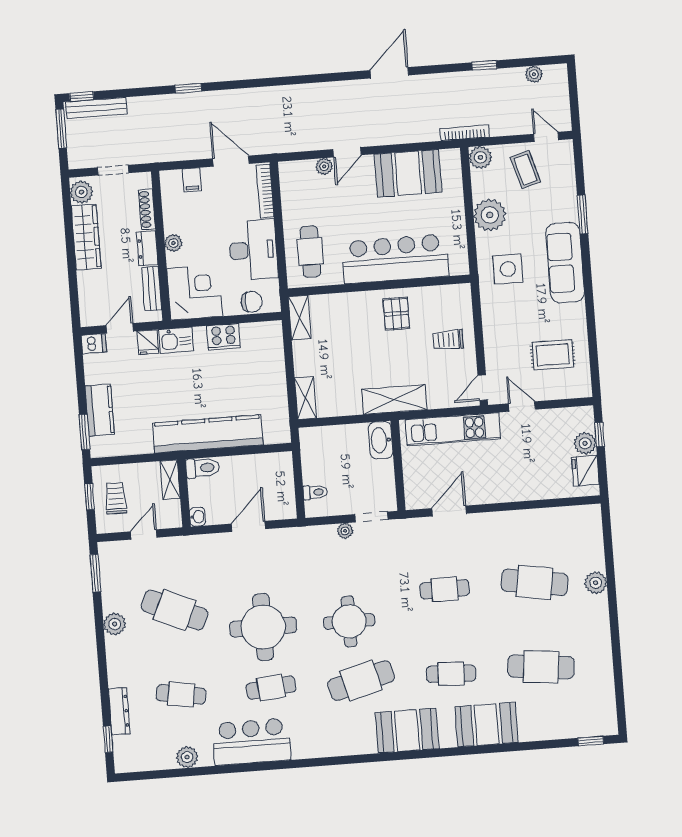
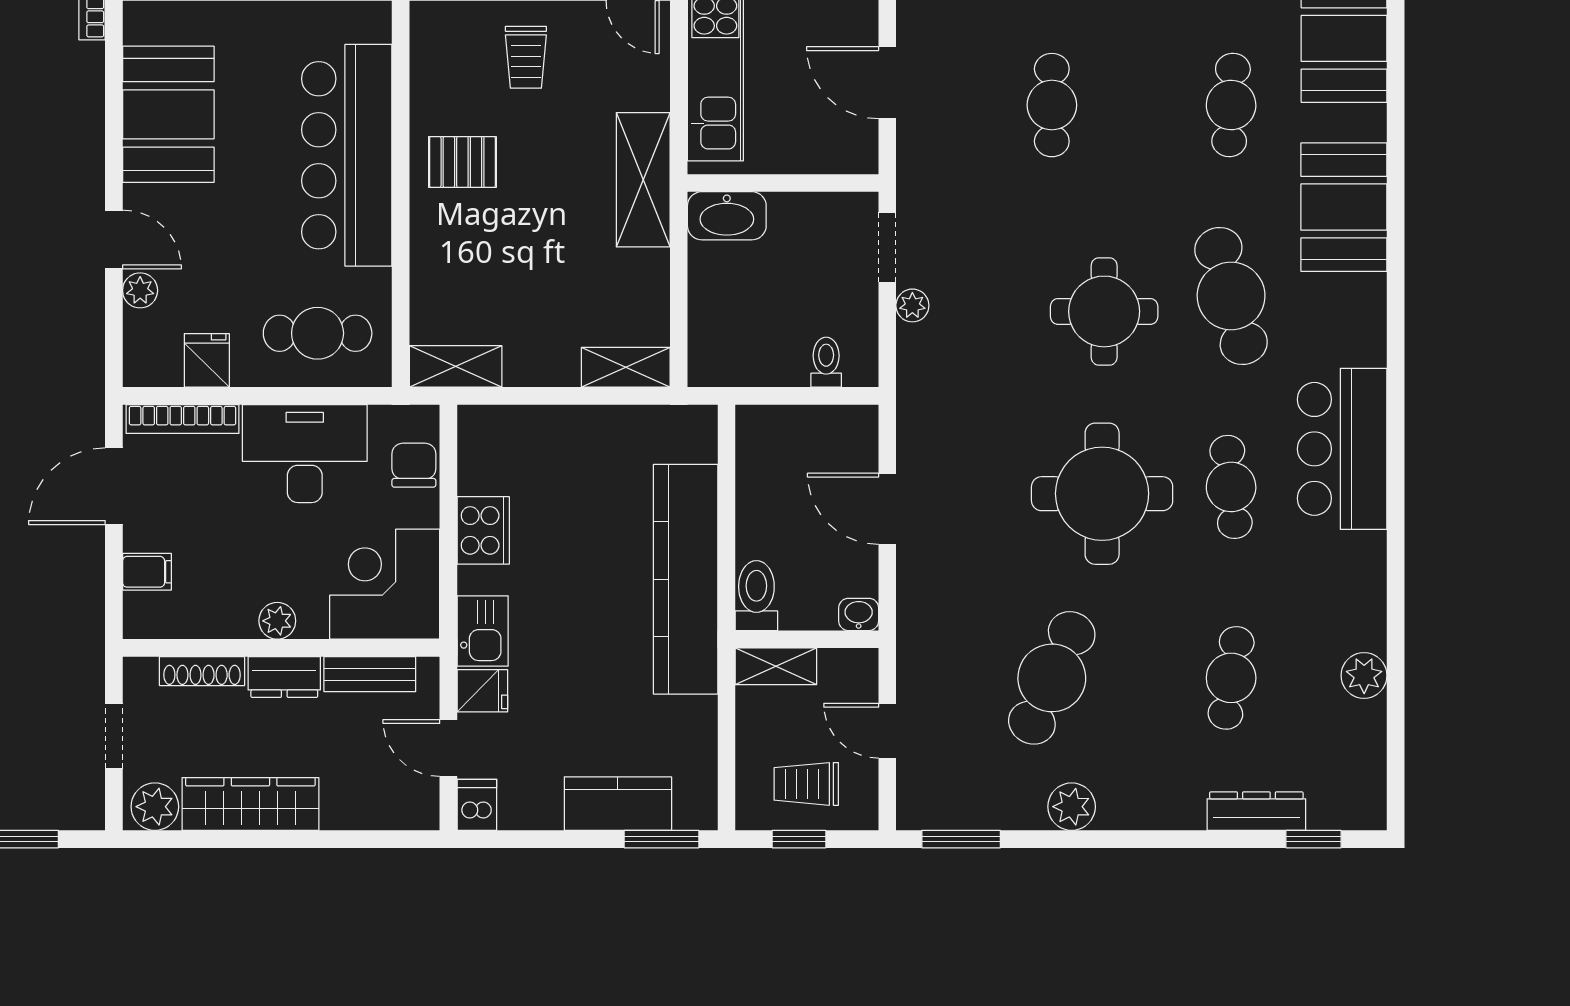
fridge: (294, 200) -> (207, 360), added
bar counter: (252, 742) -> (1342, 449), moved

